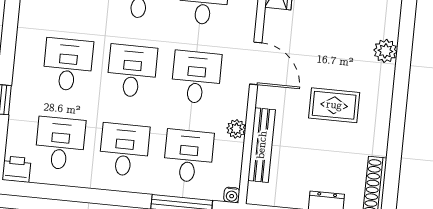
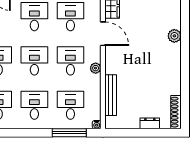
door: (256, 63) -> (103, 34), moved
rug: (334, 105) -> (149, 69), removed
plant: (236, 129) -> (96, 68), moved

